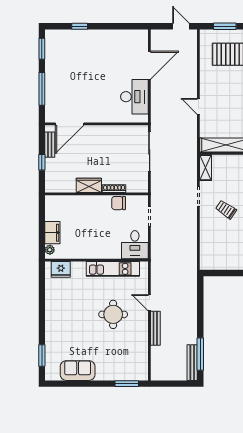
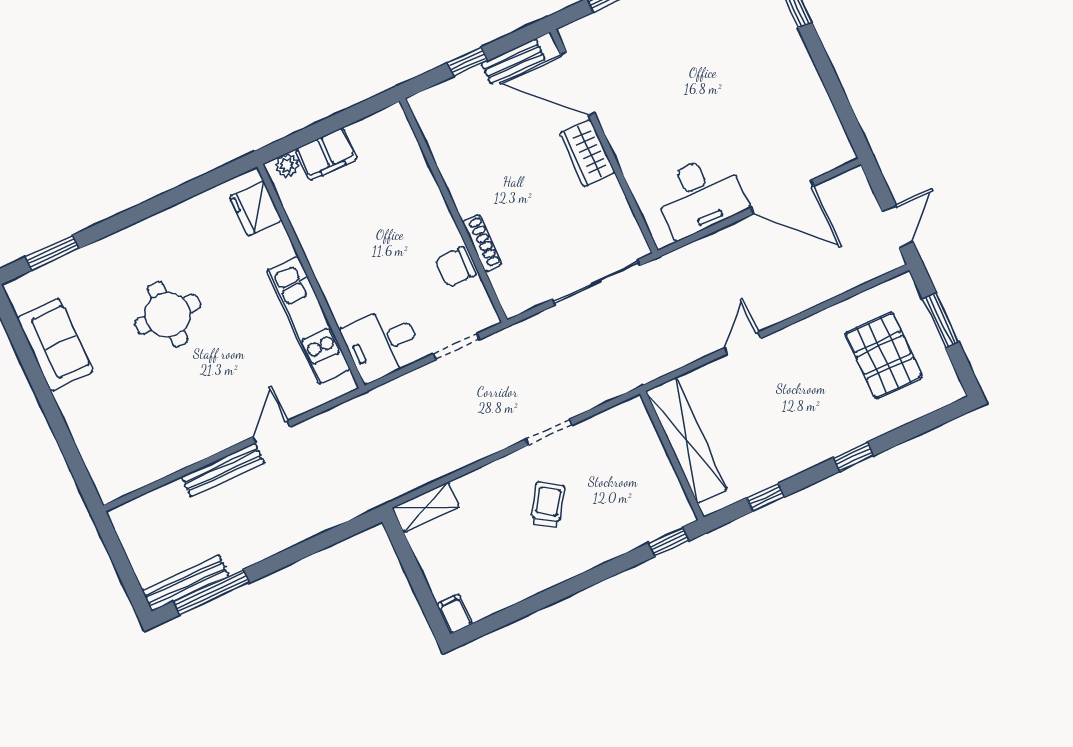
shelving: (206, 168) -> (426, 507), moved
wardrobe: (89, 185) -> (587, 153), moved, turned 180
chair: (119, 203) -> (455, 267), turned -90
round table: (113, 314) -> (168, 314), moved
window: (127, 384) -> (76, 463), removed

